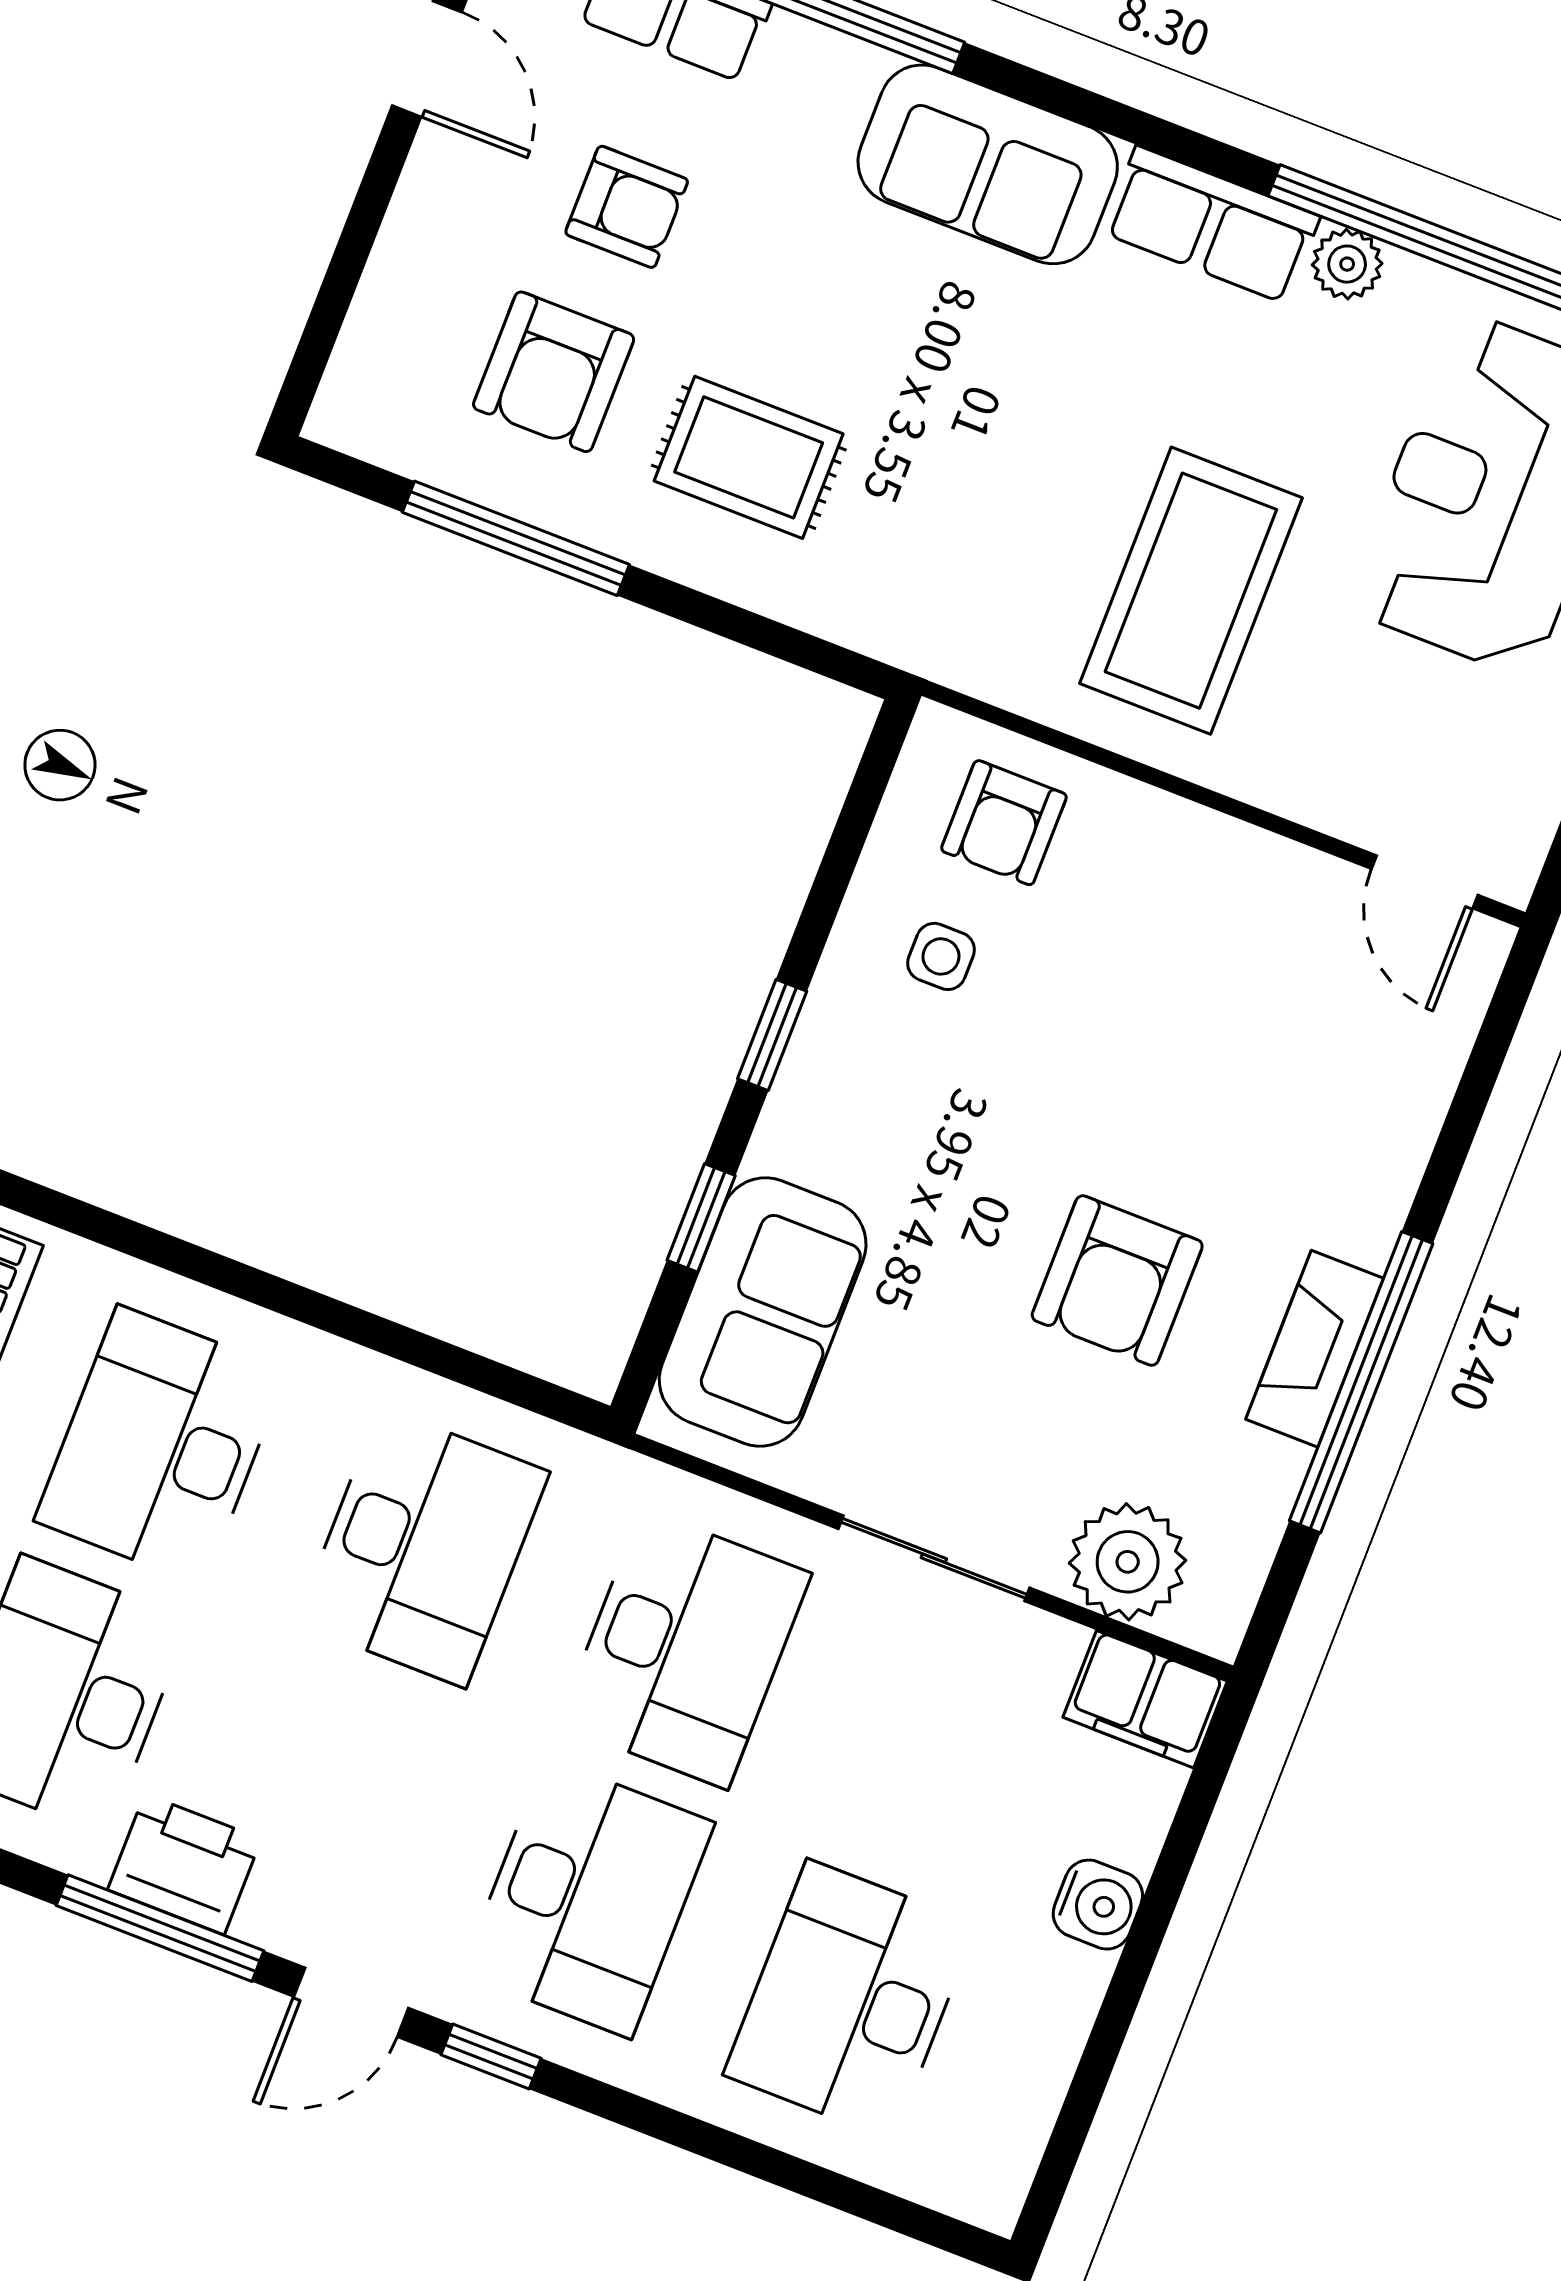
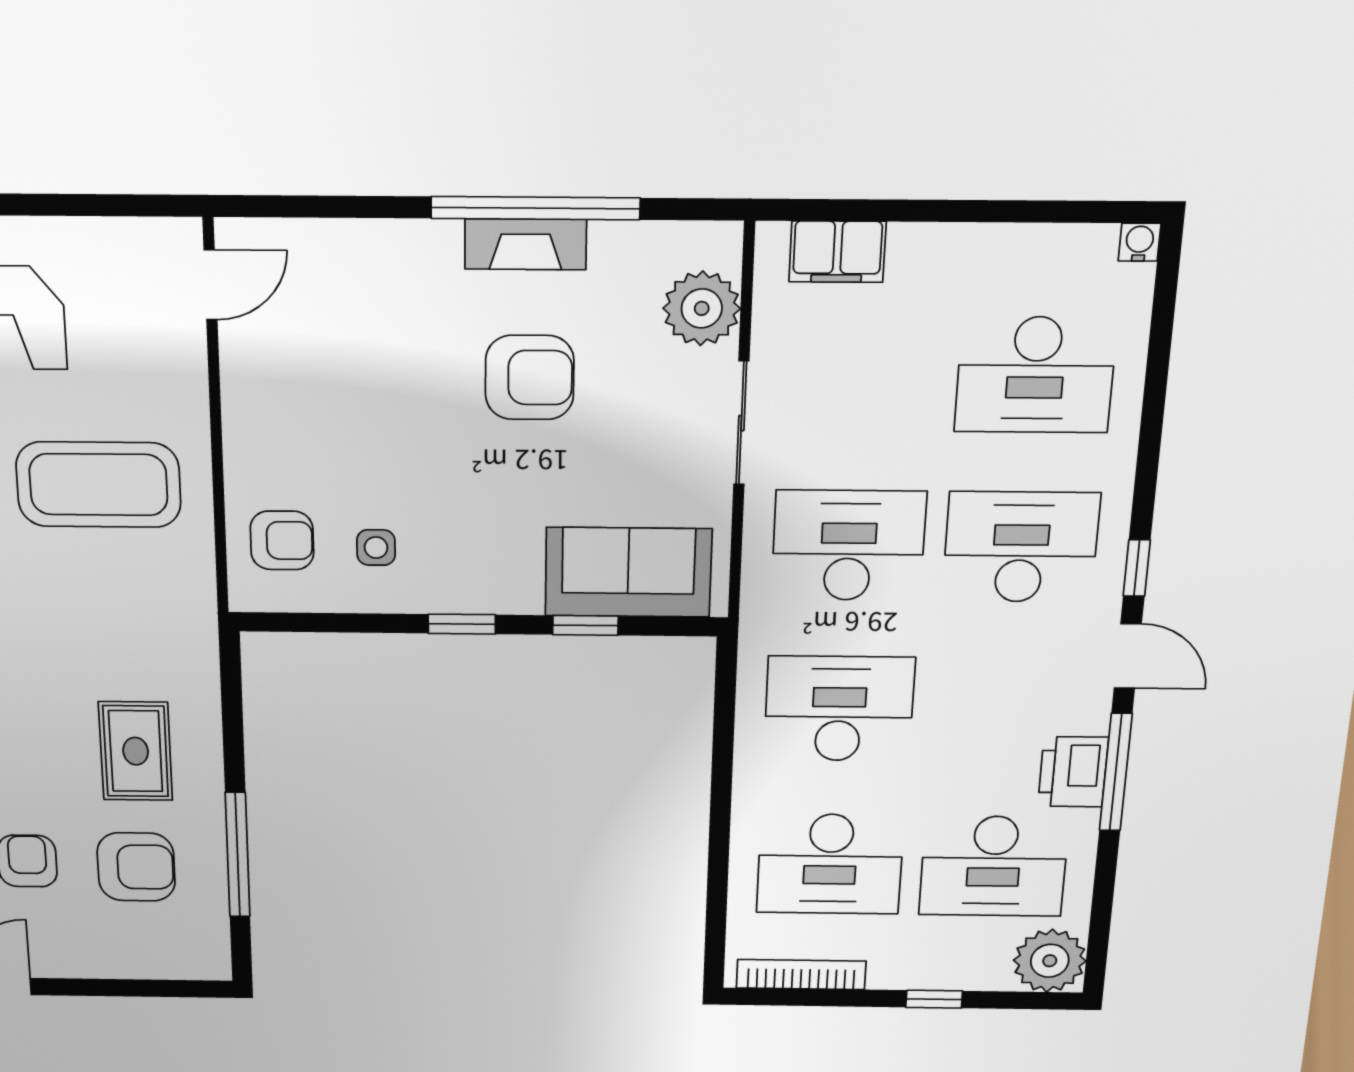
filing cabinet: (1145, 1699) -> (837, 252), moved, turned 90
water cooler: (1098, 1905) -> (1140, 242), moved, width x0.72, depth x0.72

